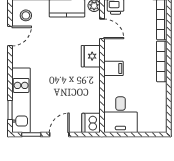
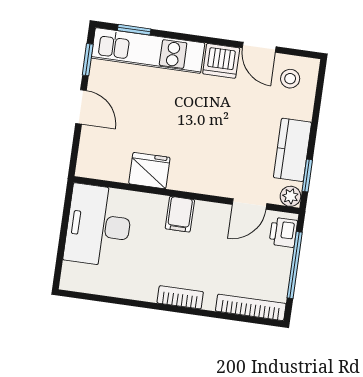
fridge: (91, 56) -> (149, 171), moved
bookcase: (162, 61) -> (180, 297), width x0.64
desk: (120, 115) -> (99, 225), width x1.37
dishwasher: (91, 123) -> (221, 61), moved, turned 180

